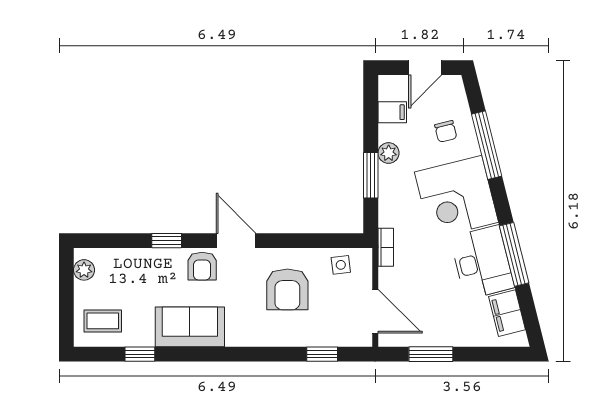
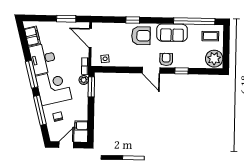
plant: (389, 153) -> (84, 80), moved
window: (371, 175) -> (91, 87), moved
window: (514, 254) -> (32, 74), moved
plant: (84, 270) -> (214, 59), width x1.87, depth x1.87
armchair: (287, 289) -> (141, 36), moved, turned 90
window: (140, 354) -> (194, 21), width x3.17
window: (322, 354) -> (133, 20), moved

